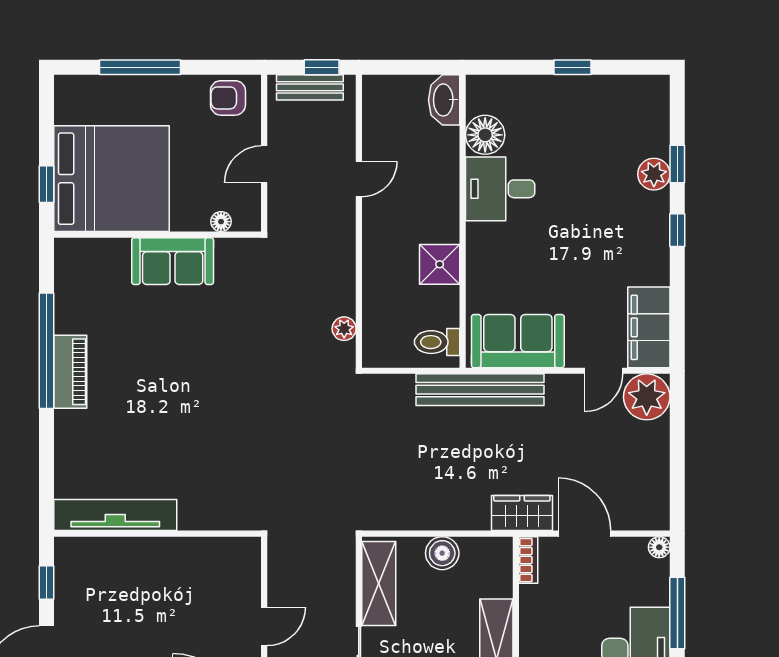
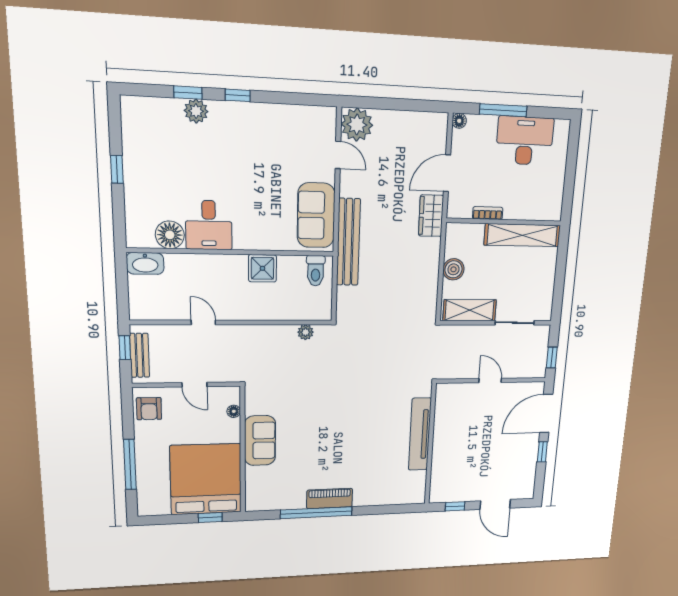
filing cabinet: (649, 327) -> (308, 121), removed
tv unit: (115, 515) -> (420, 434), moved
bookcase: (528, 560) -> (488, 213), moved

